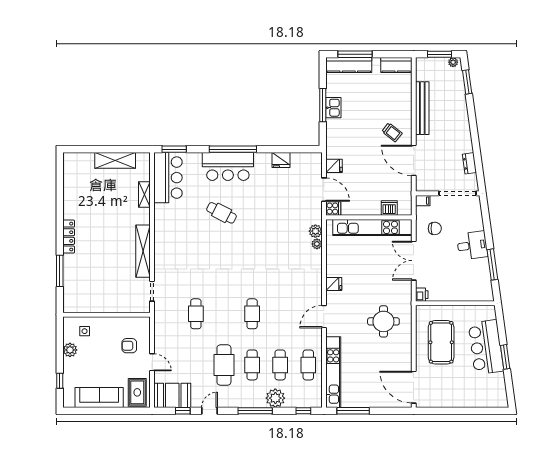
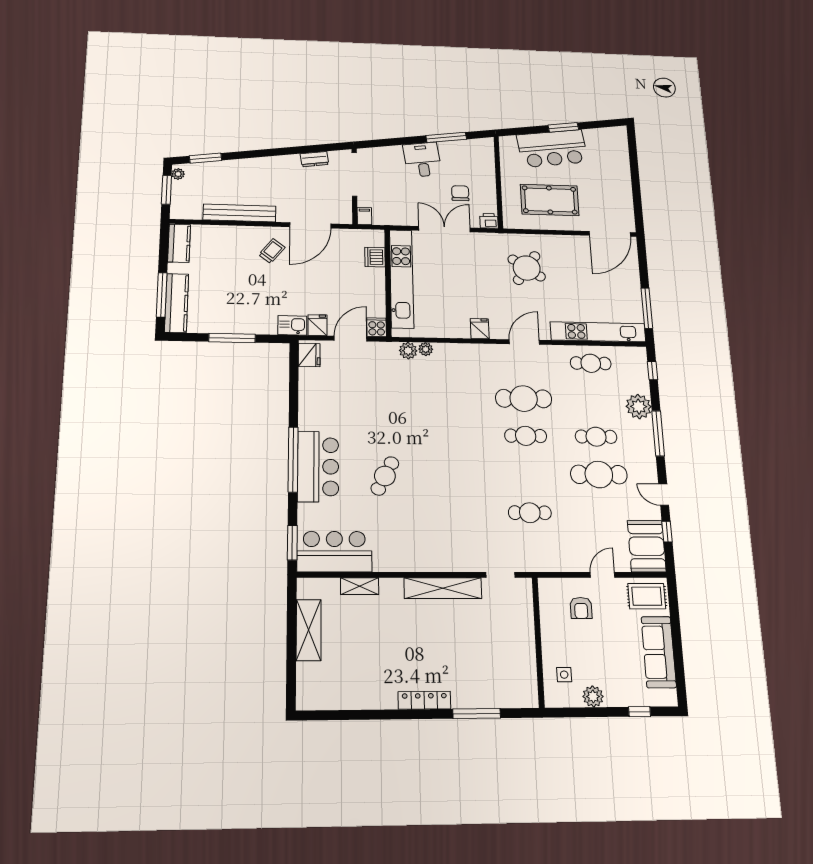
kitchen sink: (333, 108) -> (292, 325), moved
fridge: (281, 160) -> (309, 355), moved
chair: (435, 228) -> (460, 193), moved
double door: (414, 261) -> (444, 229), swing flipped
door: (324, 317) -> (524, 342), swing flipped
round table: (383, 321) -> (527, 268), turned 34
cafe table: (280, 365) -> (524, 399), moved, width x1.37, depth x1.35

